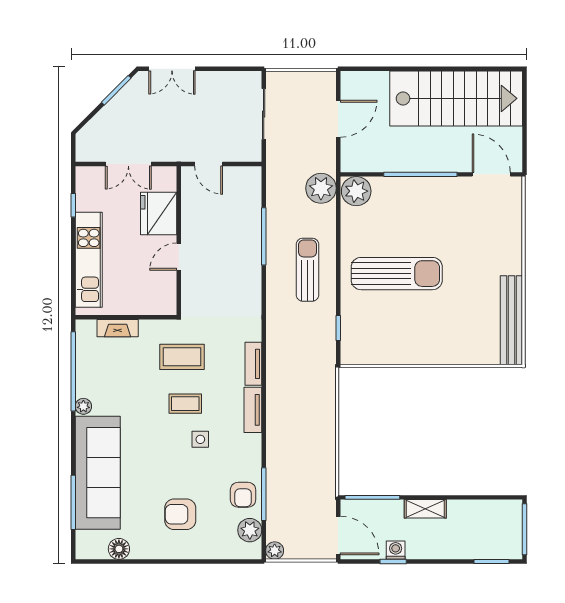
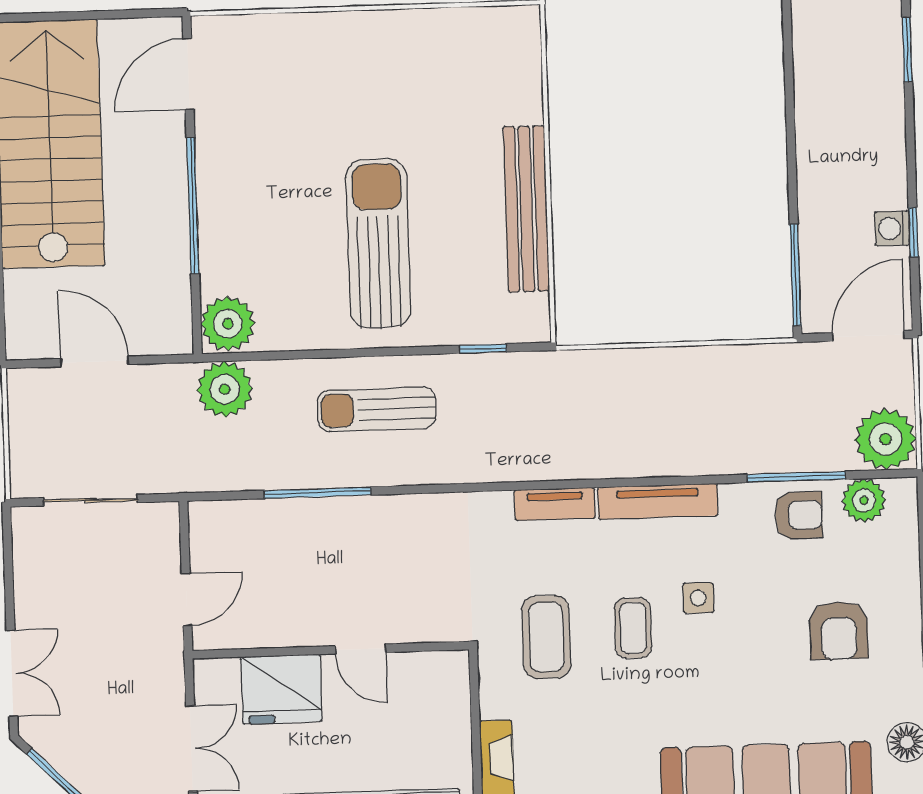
bench: (511, 320) -> (526, 209), moved, turned 90
tv unit: (253, 410) -> (658, 501), width x1.41
shelving: (425, 509) -> (813, 176), removed
plant: (275, 551) -> (886, 439), width x1.88, depth x1.88

